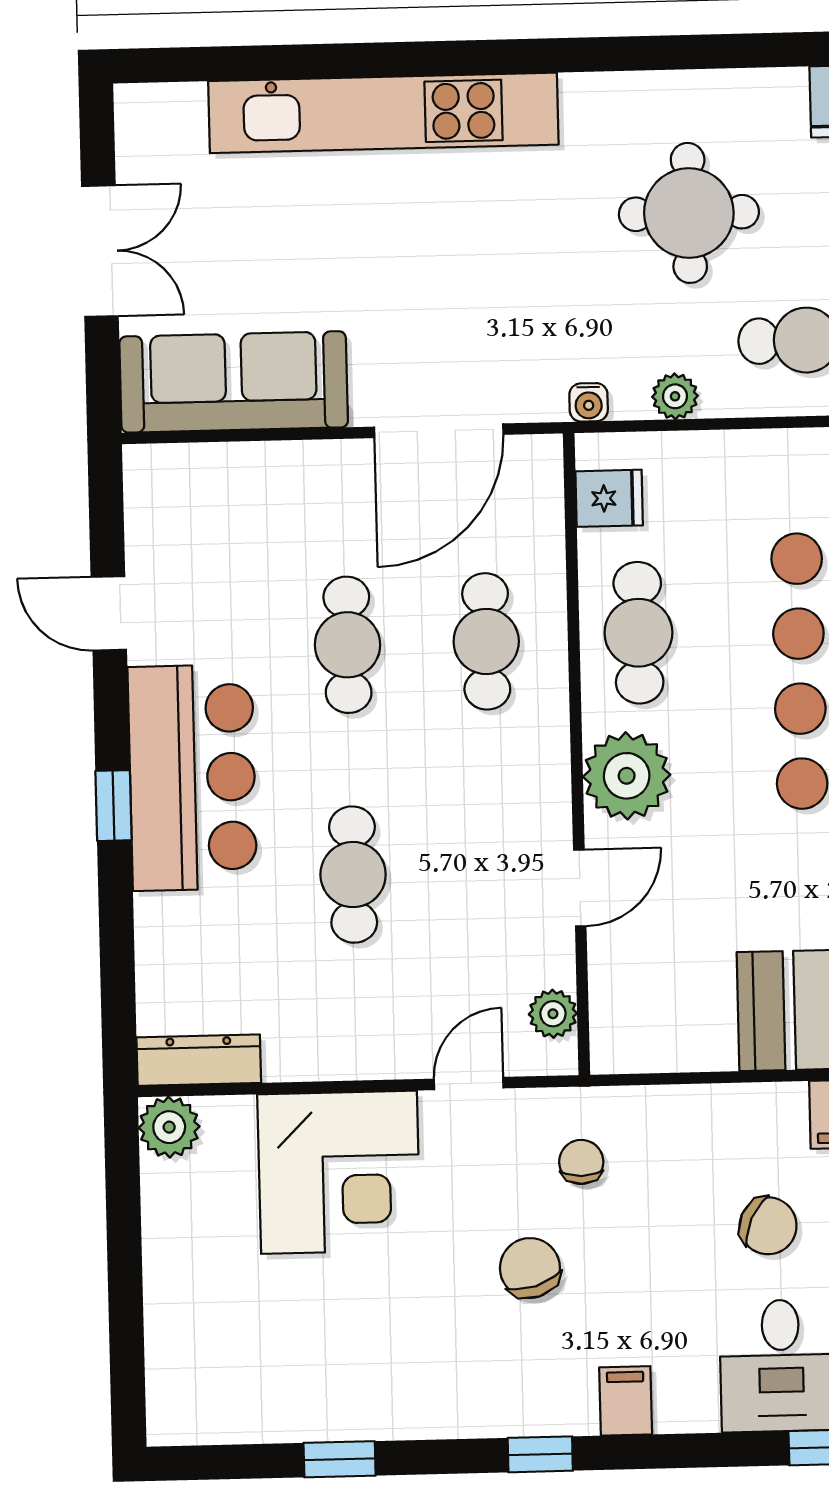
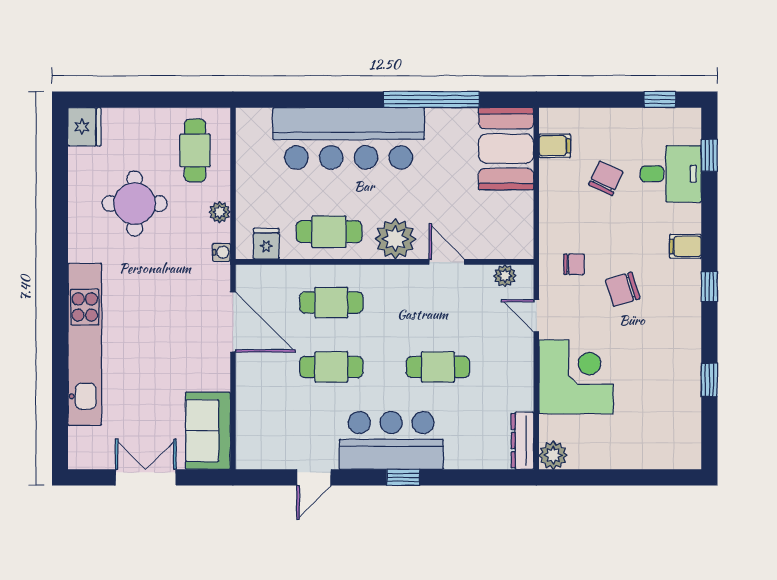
sofa: (234, 382) -> (208, 431), width x0.73
chair: (581, 1162) -> (574, 264), turned 180

